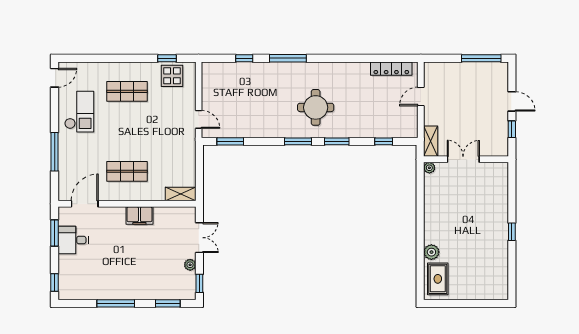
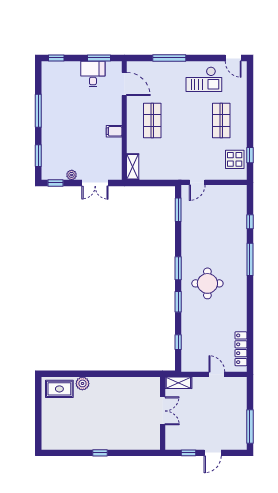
plant: (429, 168) -> (155, 382), removed
filing cabinet: (139, 216) -> (114, 131), width x0.50

